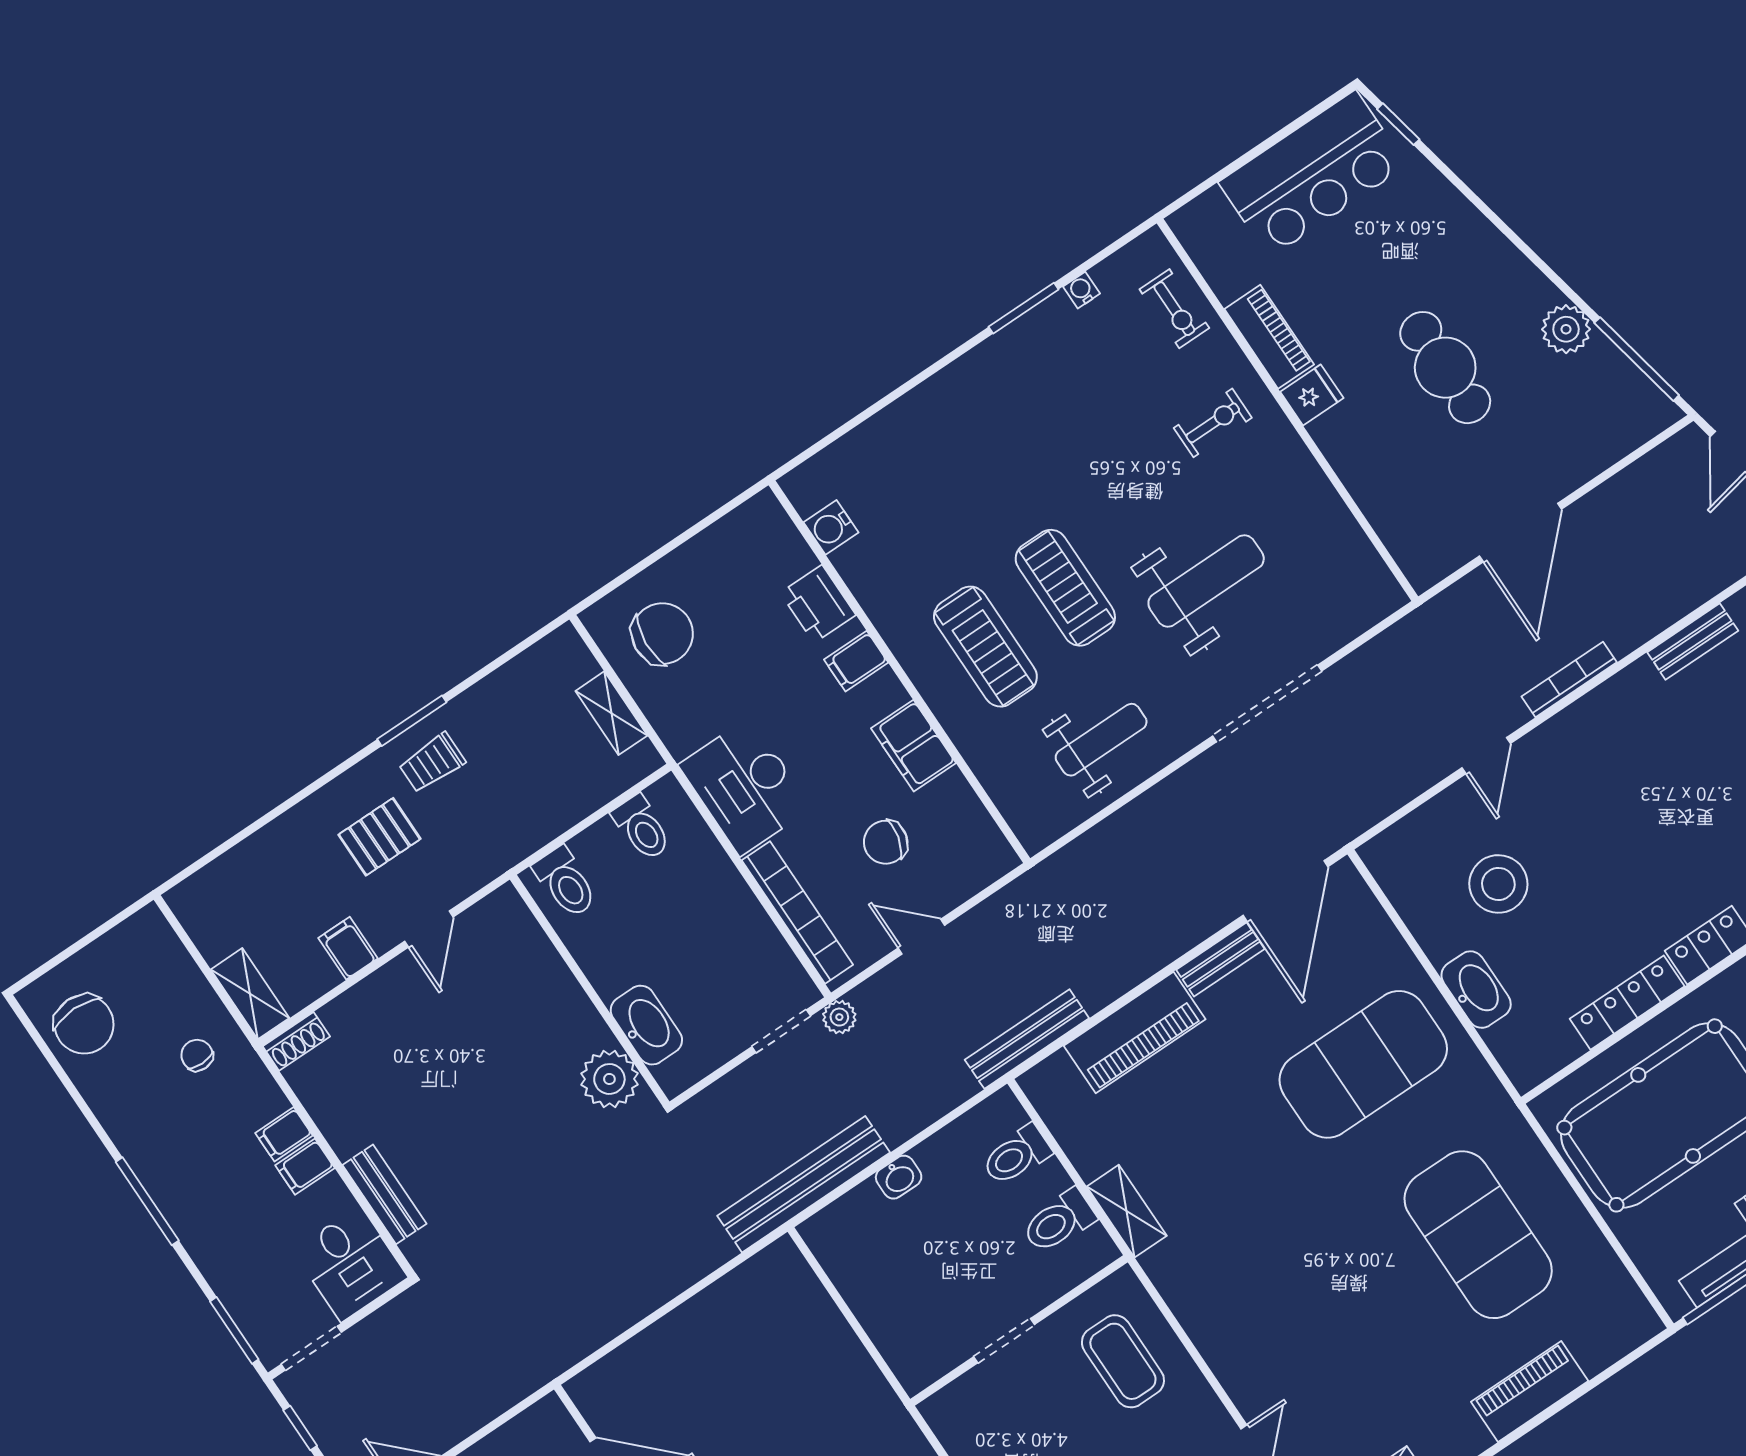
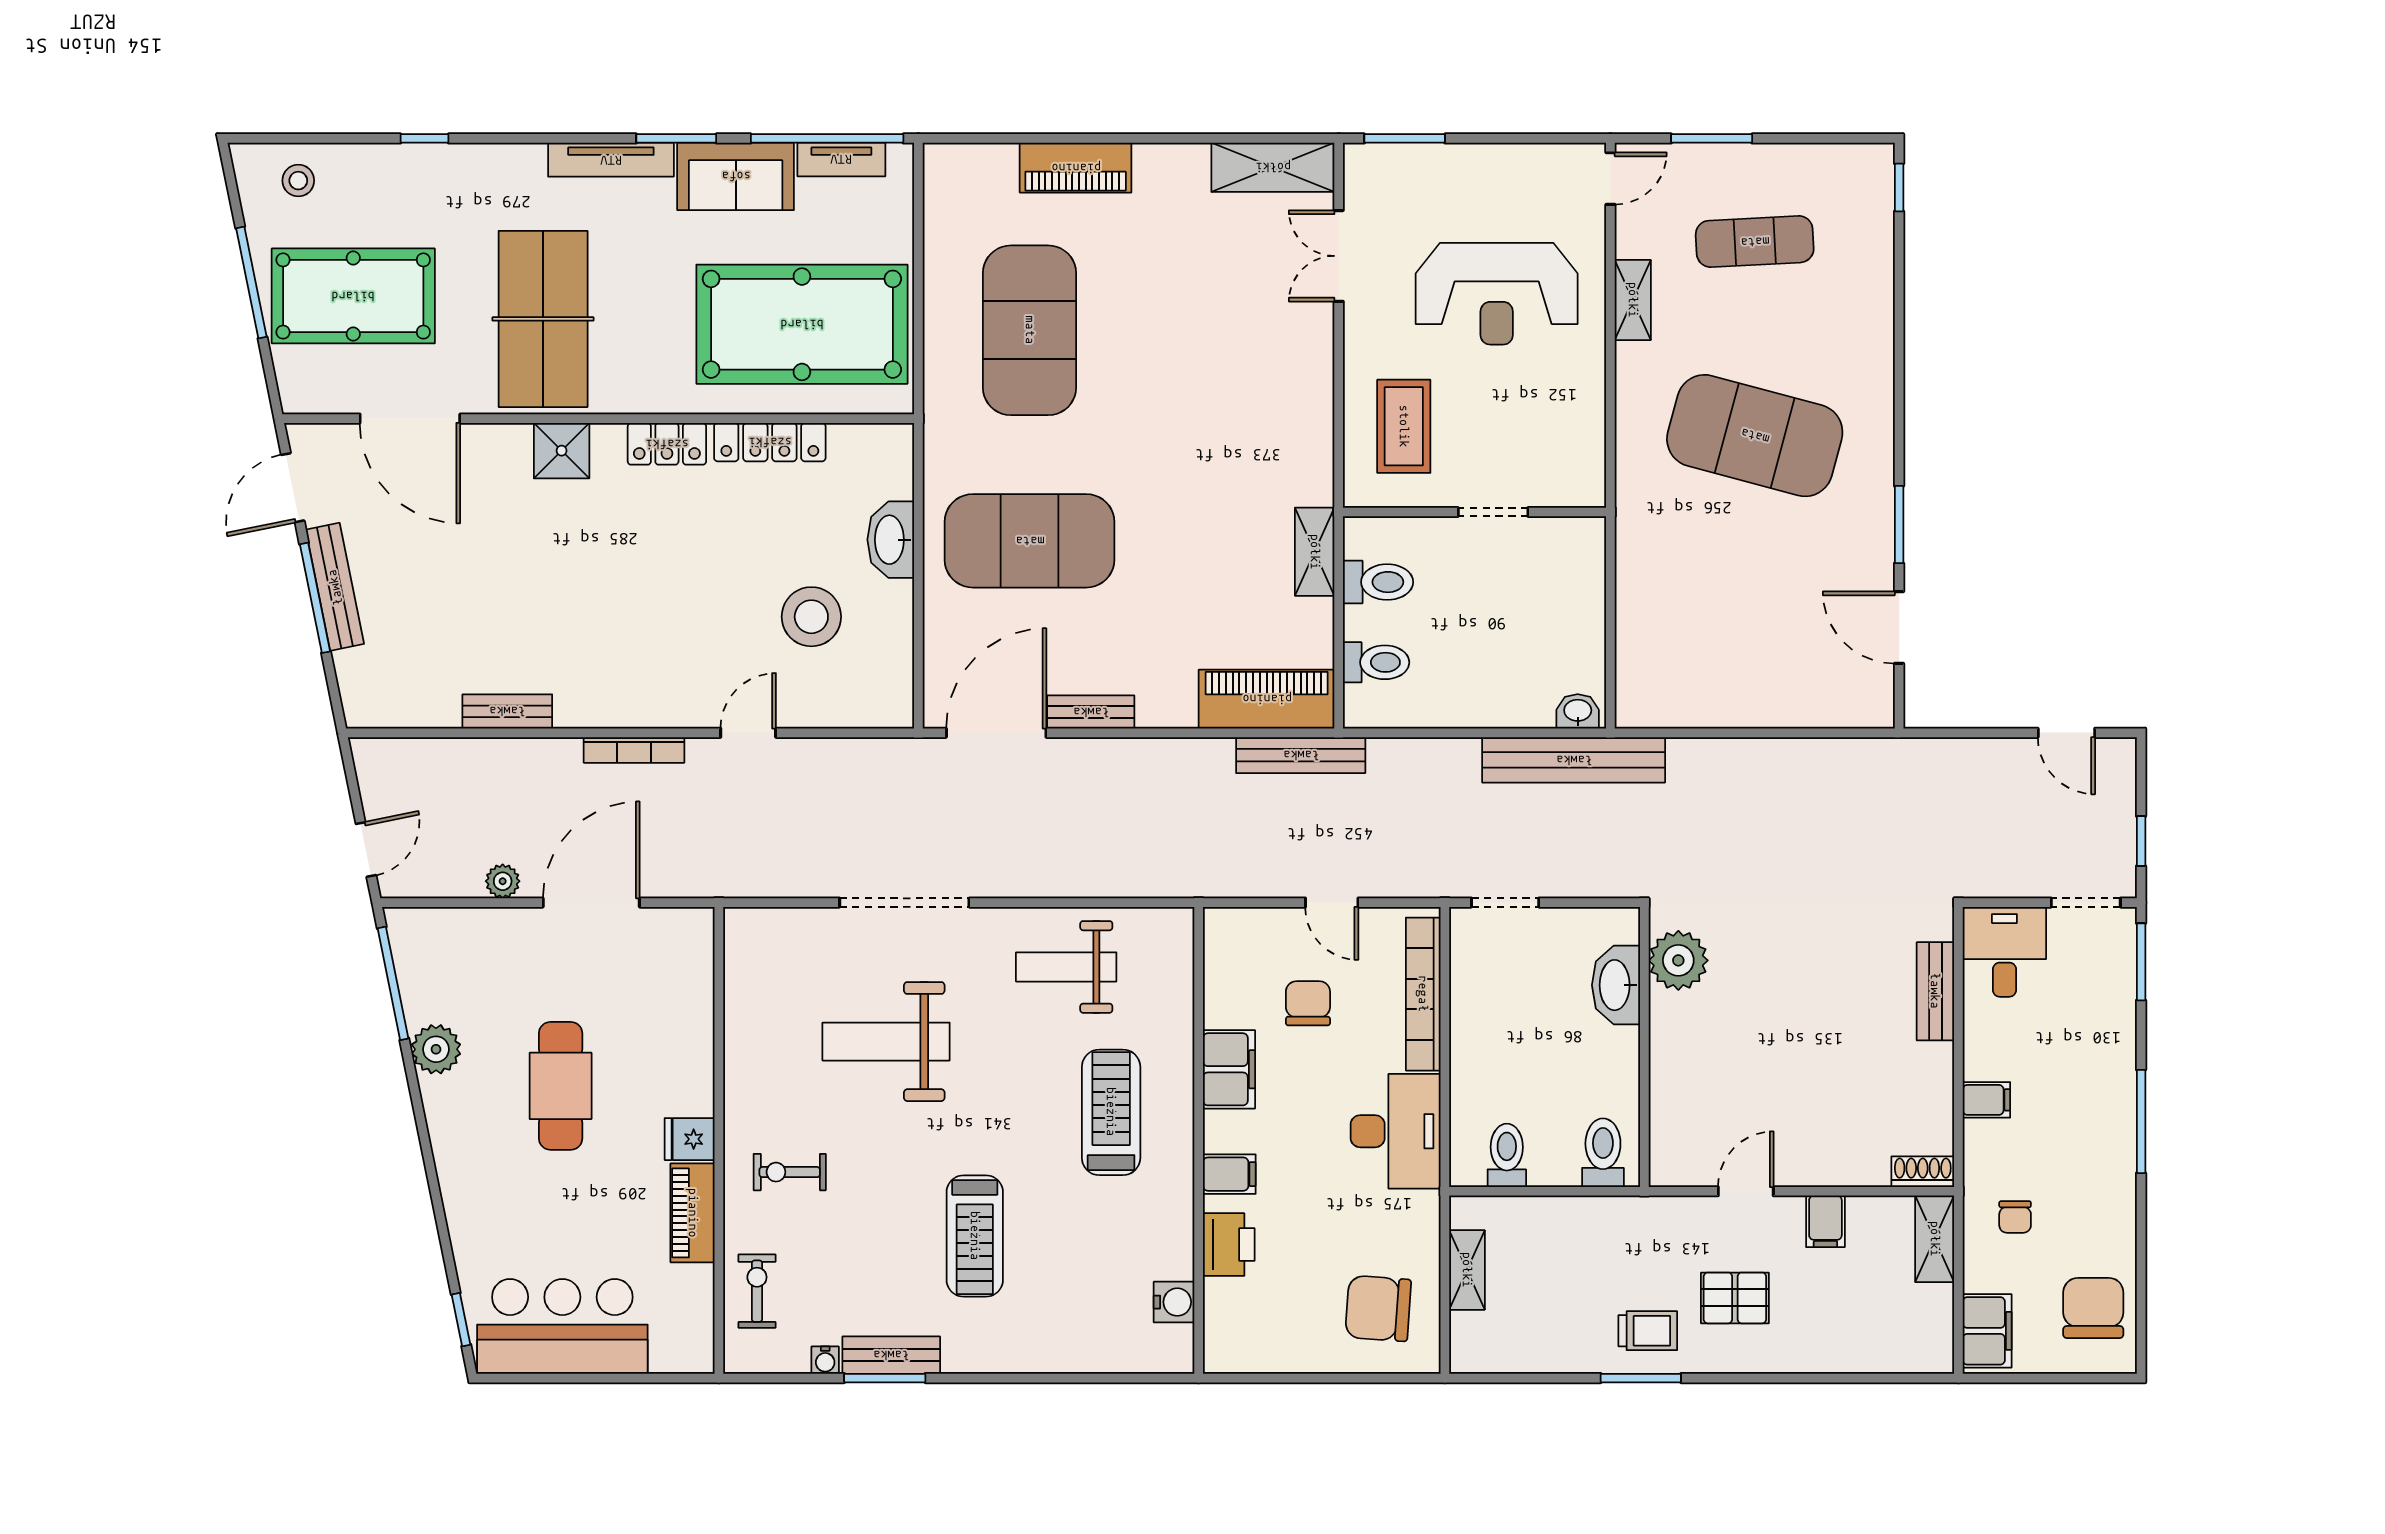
bench: (1031, 330) -> (891, 1355), added
treadmill: (1065, 588) -> (975, 1236), moved
chair: (886, 842) -> (1308, 1003), turned -104
plant: (839, 1017) -> (503, 881), moved
piano: (1135, 1032) -> (1267, 699), moved
filing cabinet: (305, 1167) -> (1987, 1331), moved, width x2.00
washbasin: (899, 1177) -> (1578, 711), moved

